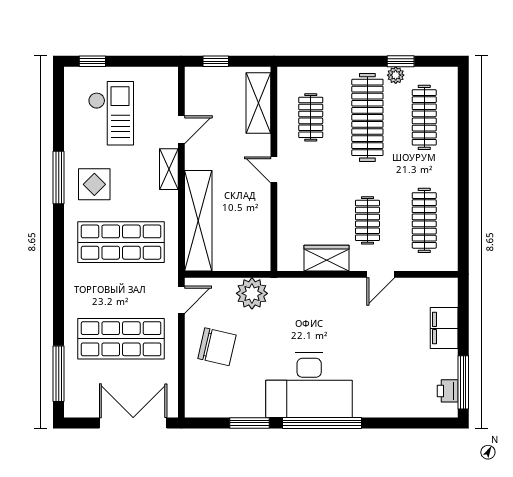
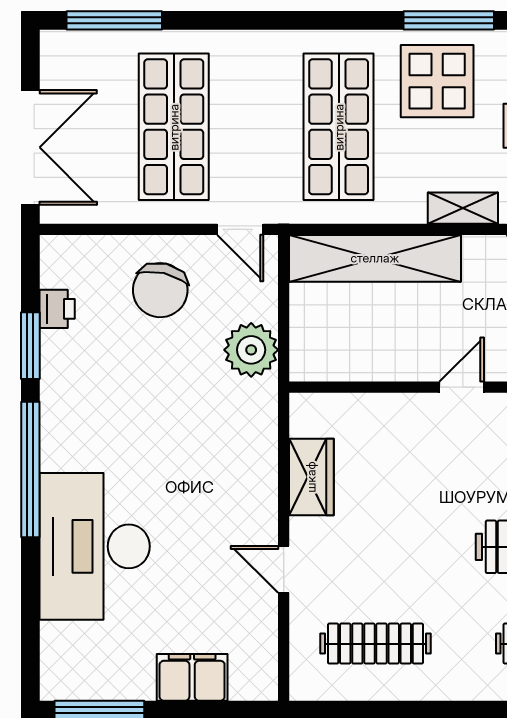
display table: (94, 184) -> (437, 81), width x1.36, depth x1.36
clothes rail: (367, 220) -> (376, 547), removed
desk: (309, 385) -> (95, 546), moved
printer: (448, 391) -> (57, 309), moved, turned 90

